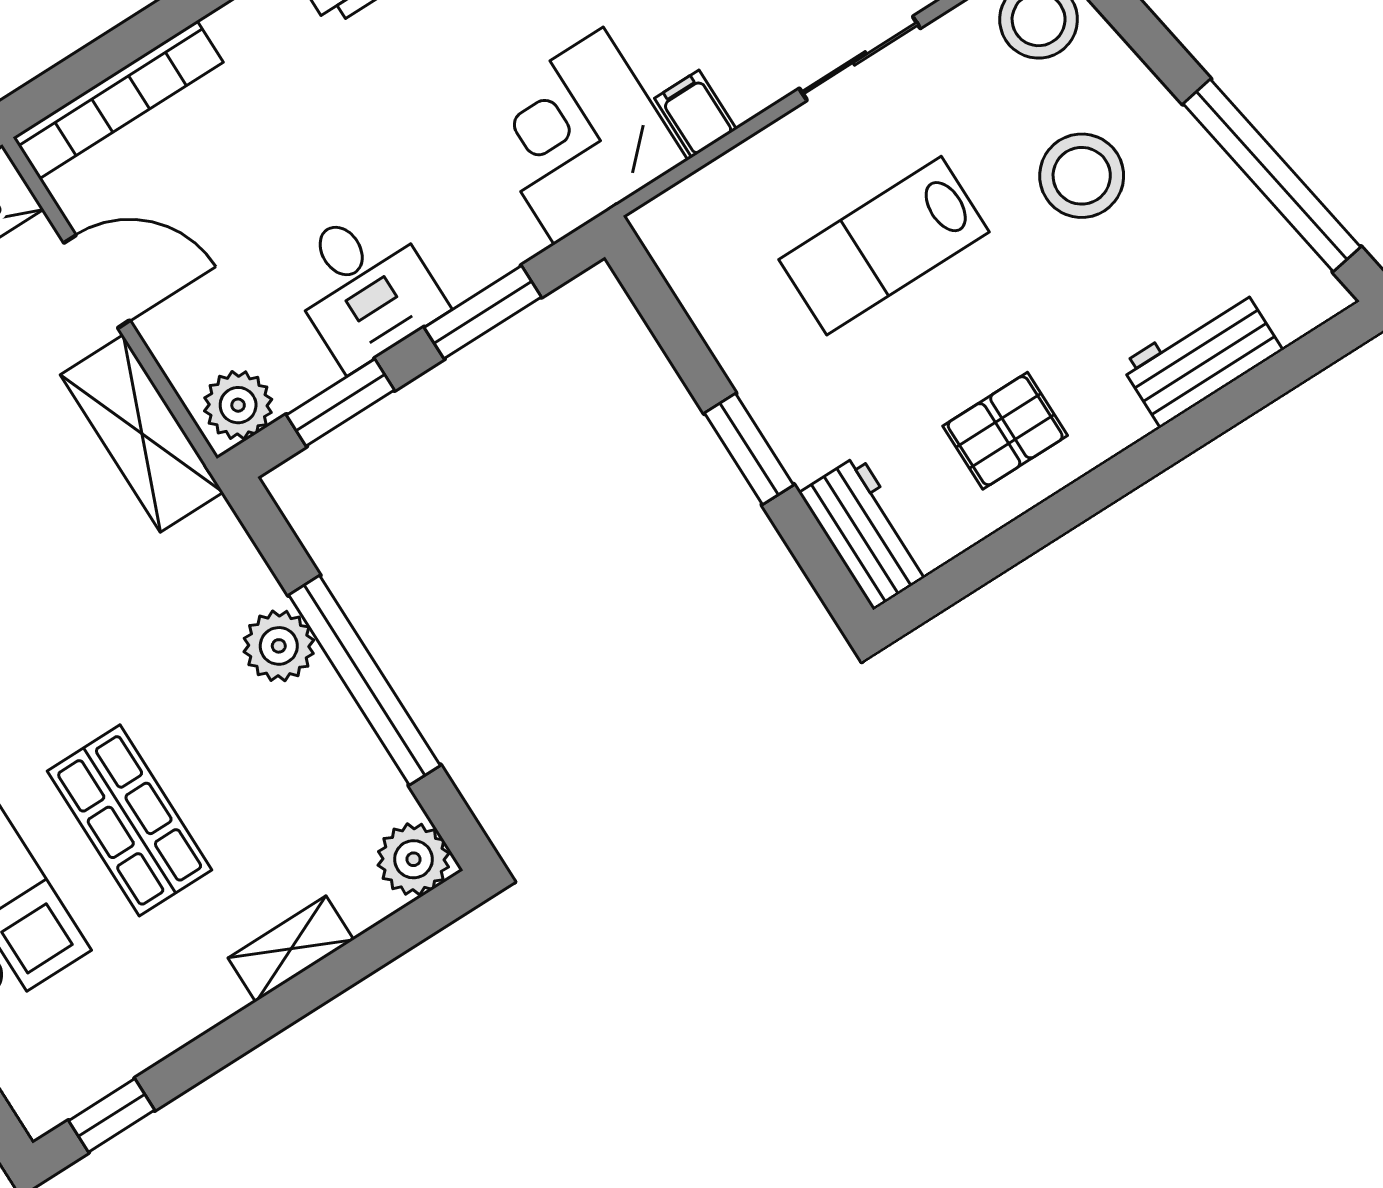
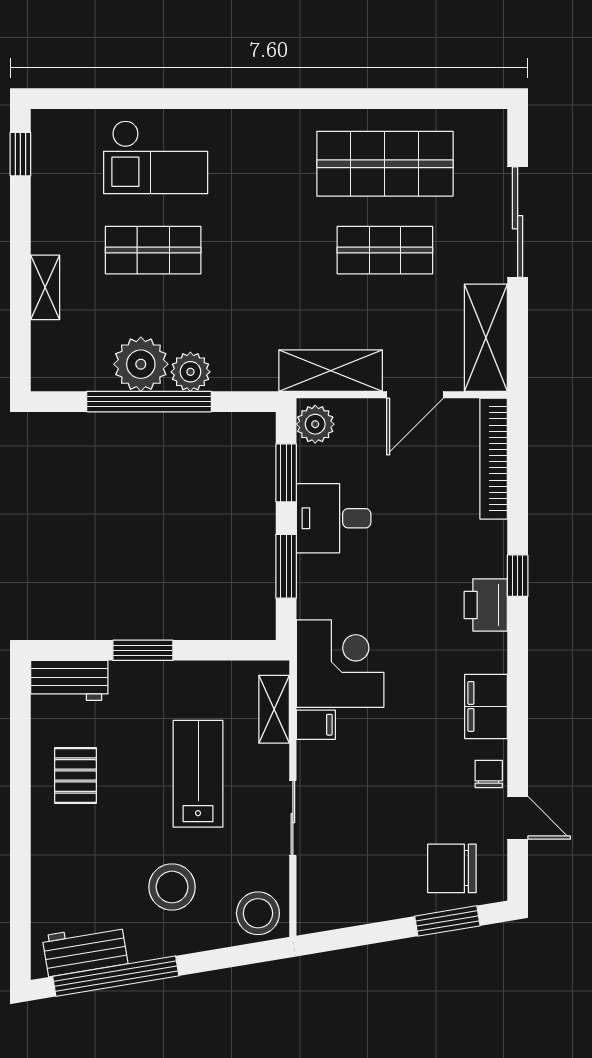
shelving: (712, 192) -> (274, 709), added
workbench: (1202, 357) -> (85, 950), moved, turned -99
plant: (414, 859) -> (141, 364), moved, width x1.36, depth x1.36

